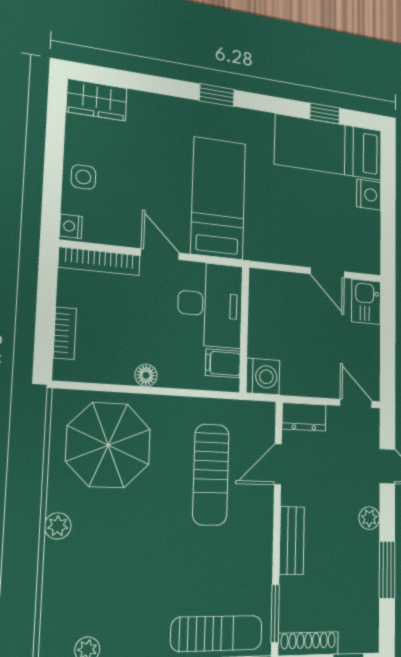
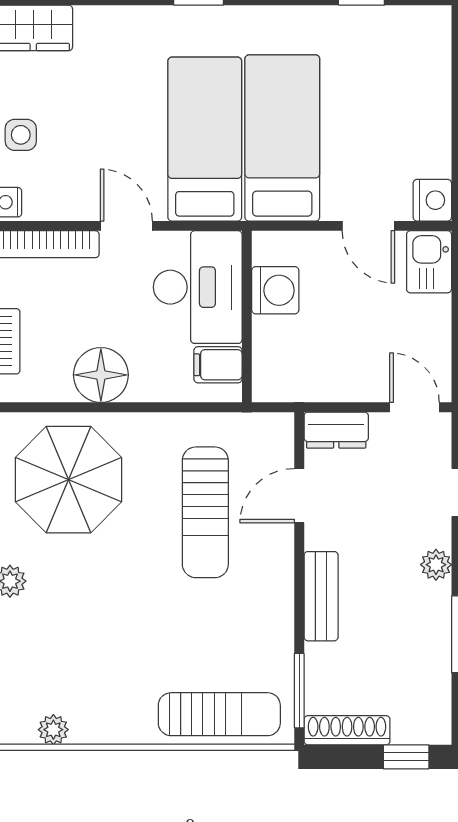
bed: (329, 147) -> (282, 138), moved, turned 90
nightstand: (369, 195) -> (432, 200), moved
floor lamp: (146, 375) -> (101, 375), width x1.89, depth x1.89
washing machine: (263, 377) -> (275, 290), moved

